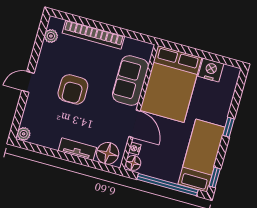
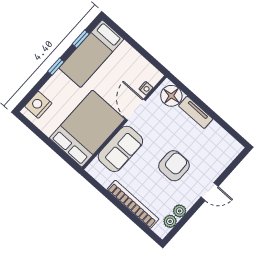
nightstand: (211, 70) -> (38, 105), moved, turned 90
plant: (24, 134) -> (180, 211), moved
floor lamp: (133, 163) -> (154, 77), removed
window: (215, 177) -> (81, 39), moved
window: (167, 185) -> (133, 43), removed

